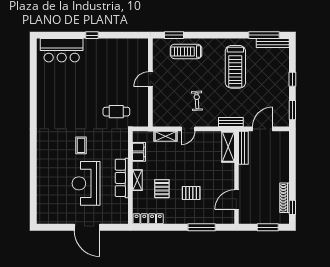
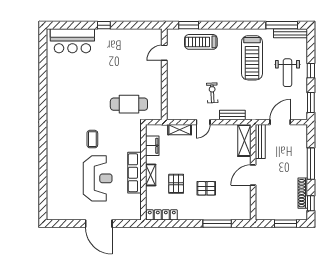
door: (150, 79) -> (164, 53), moved
weight bench: (270, 81) -> (287, 73), added
cafe table: (116, 112) -> (129, 104), width x1.37, depth x1.35
bench: (231, 122) -> (232, 115), moved
window: (292, 169) -> (311, 164), added
reception desk: (86, 183) -> (98, 178), turned 180
door: (236, 200) -> (253, 175), moved

